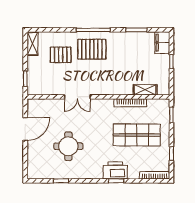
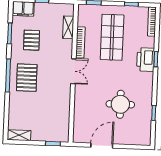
pallet: (61, 55) -> (32, 40), moved
double door: (77, 97) -> (73, 71), moved
door: (25, 129) -> (102, 146), hinge flipped

